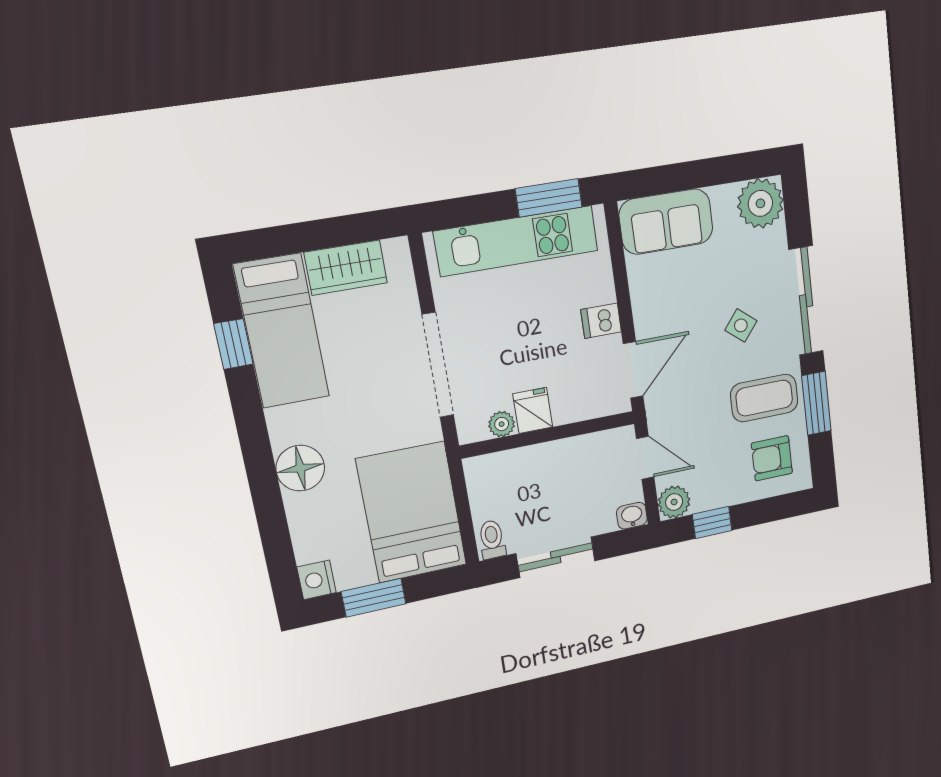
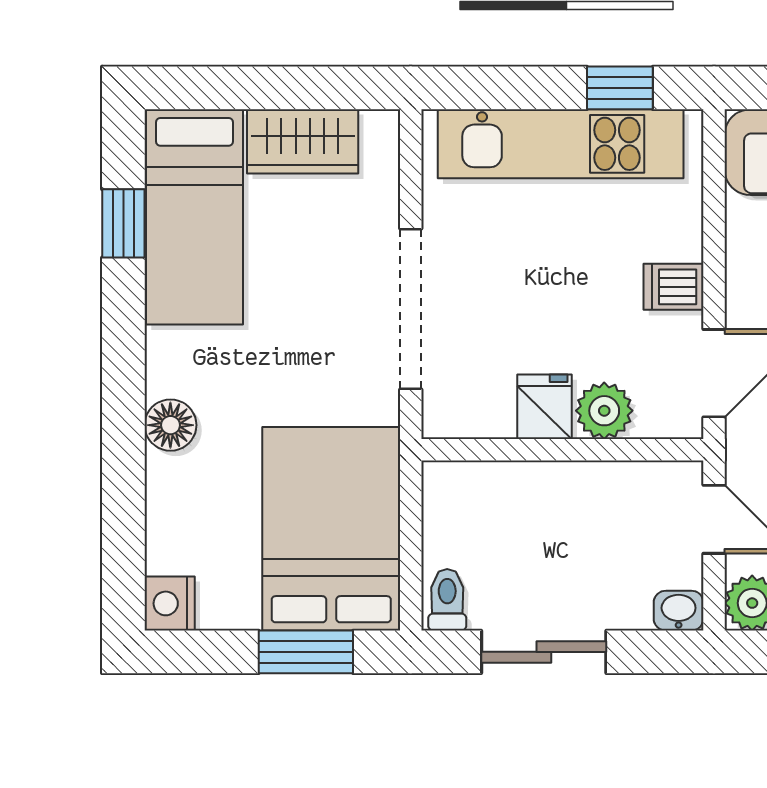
window: (549, 198) -> (620, 88), width x0.67
plant: (502, 424) -> (604, 411), moved, width x1.38, depth x1.38
floor lamp: (300, 468) -> (170, 425), width x0.73, depth x0.73
window: (374, 598) -> (306, 652), moved

